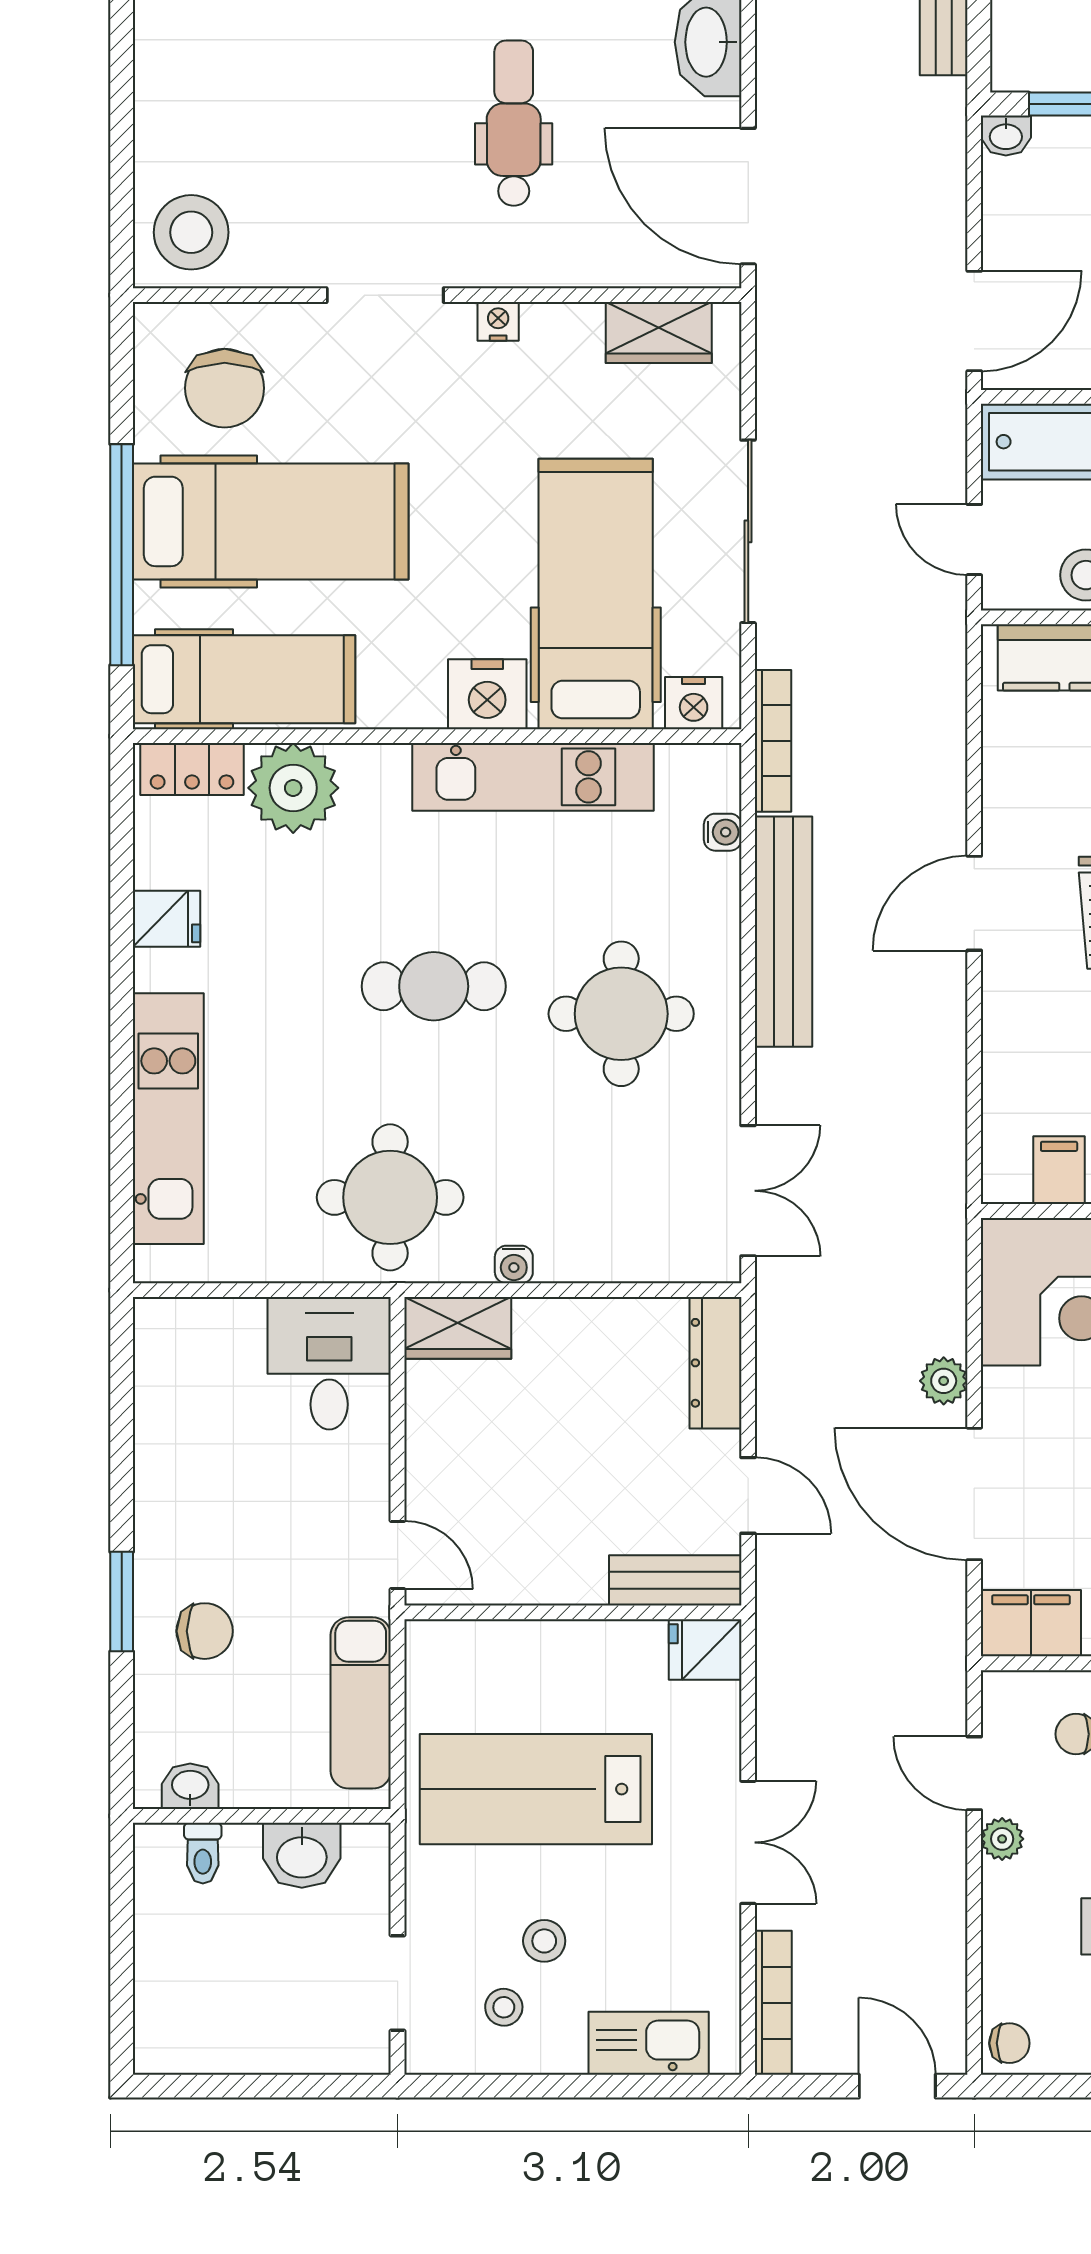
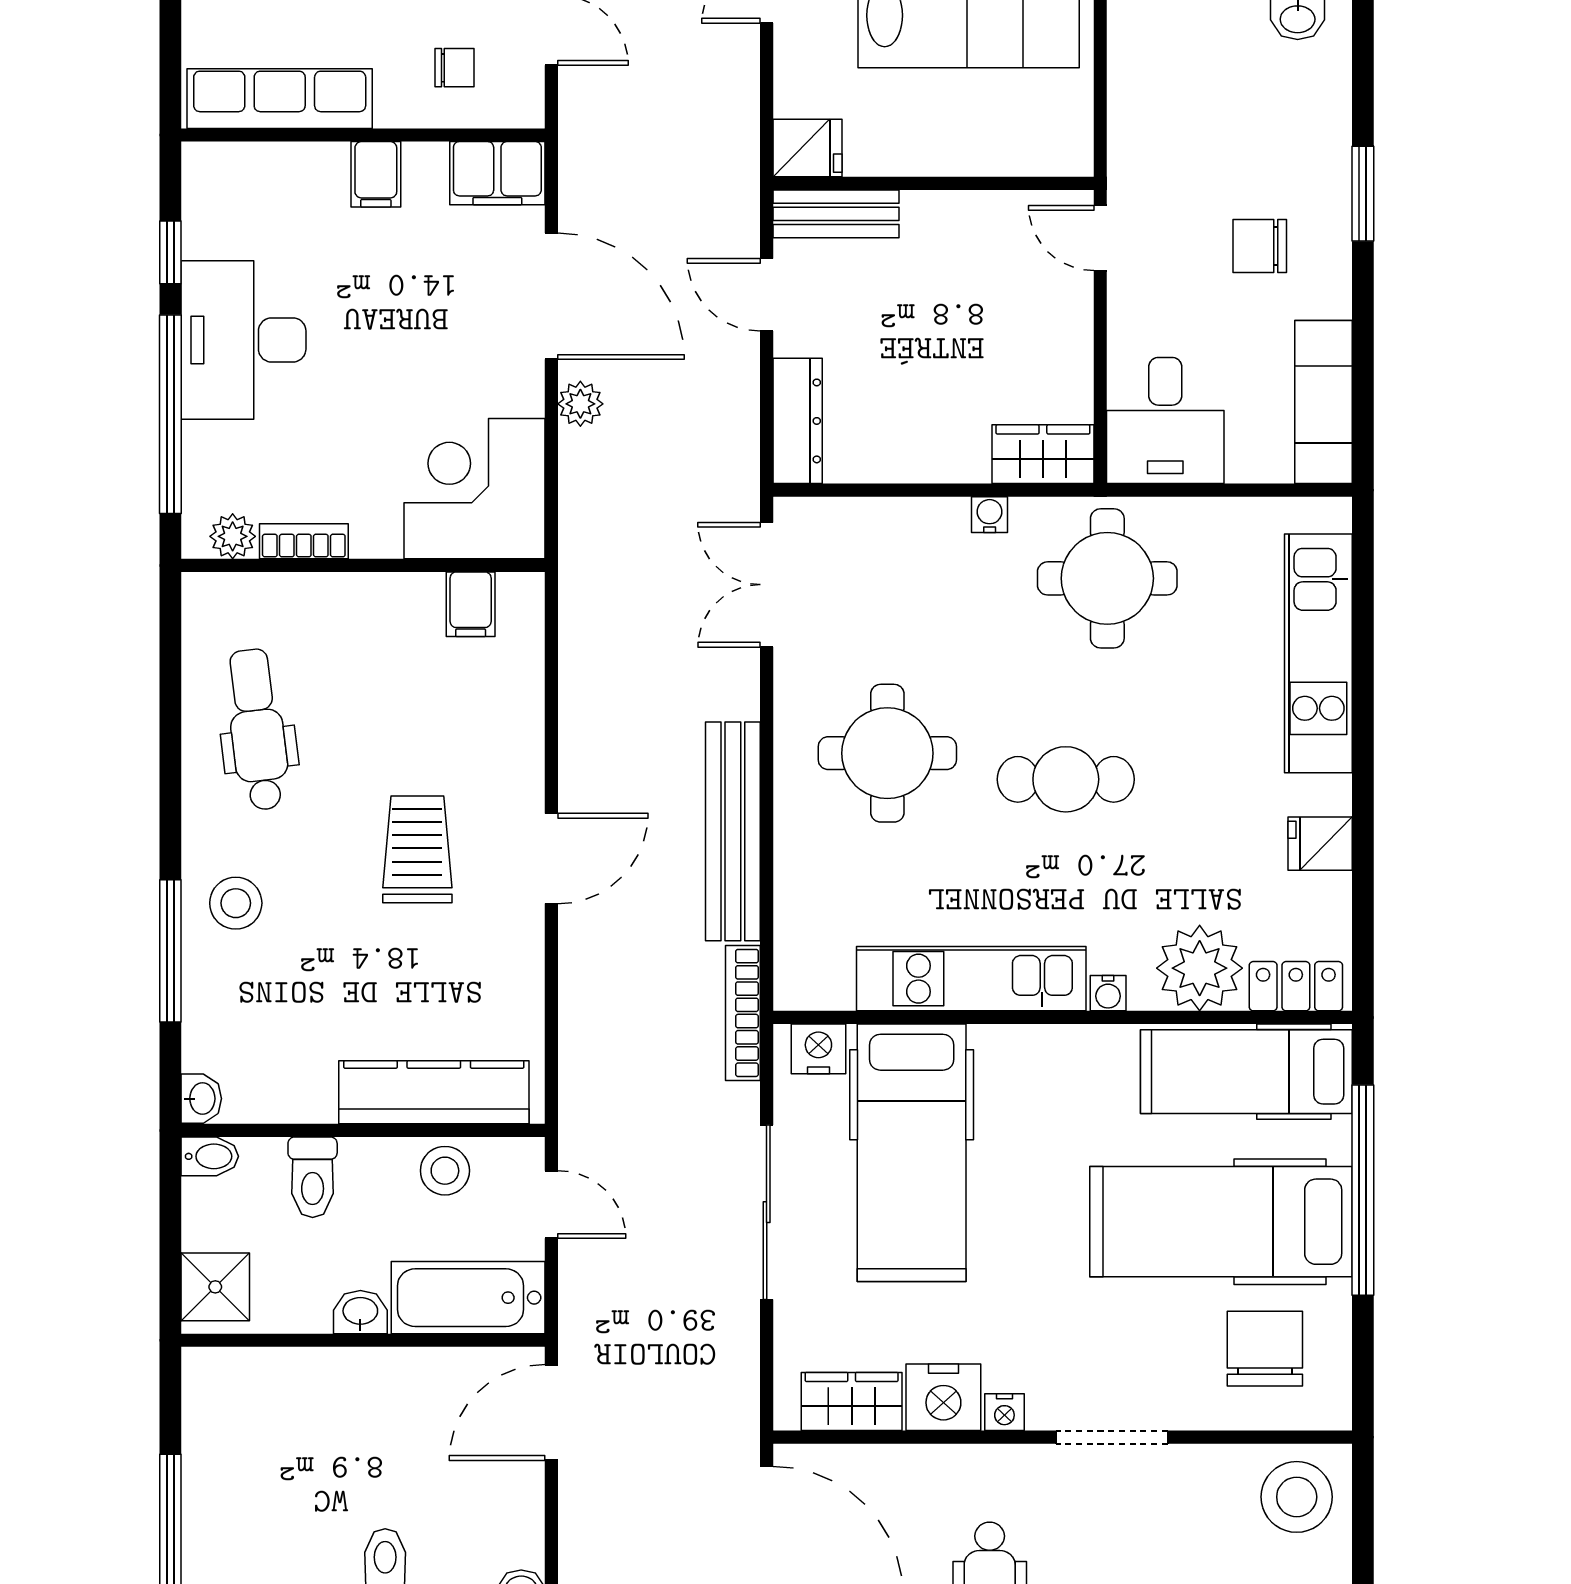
nightstand: (487, 694) -> (943, 1397), moved, turned 180
water cooler: (723, 832) -> (1108, 993), moved, turned -90
chair: (205, 1631) -> (1260, 246), moved
exam couch: (361, 1703) -> (1323, 402), moved, turned 180

